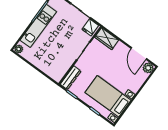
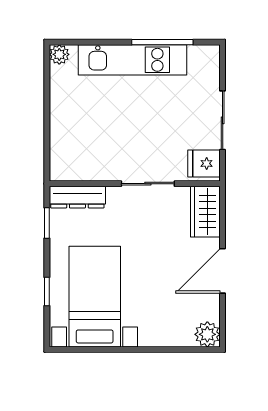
door: (139, 53) -> (223, 271), moved

